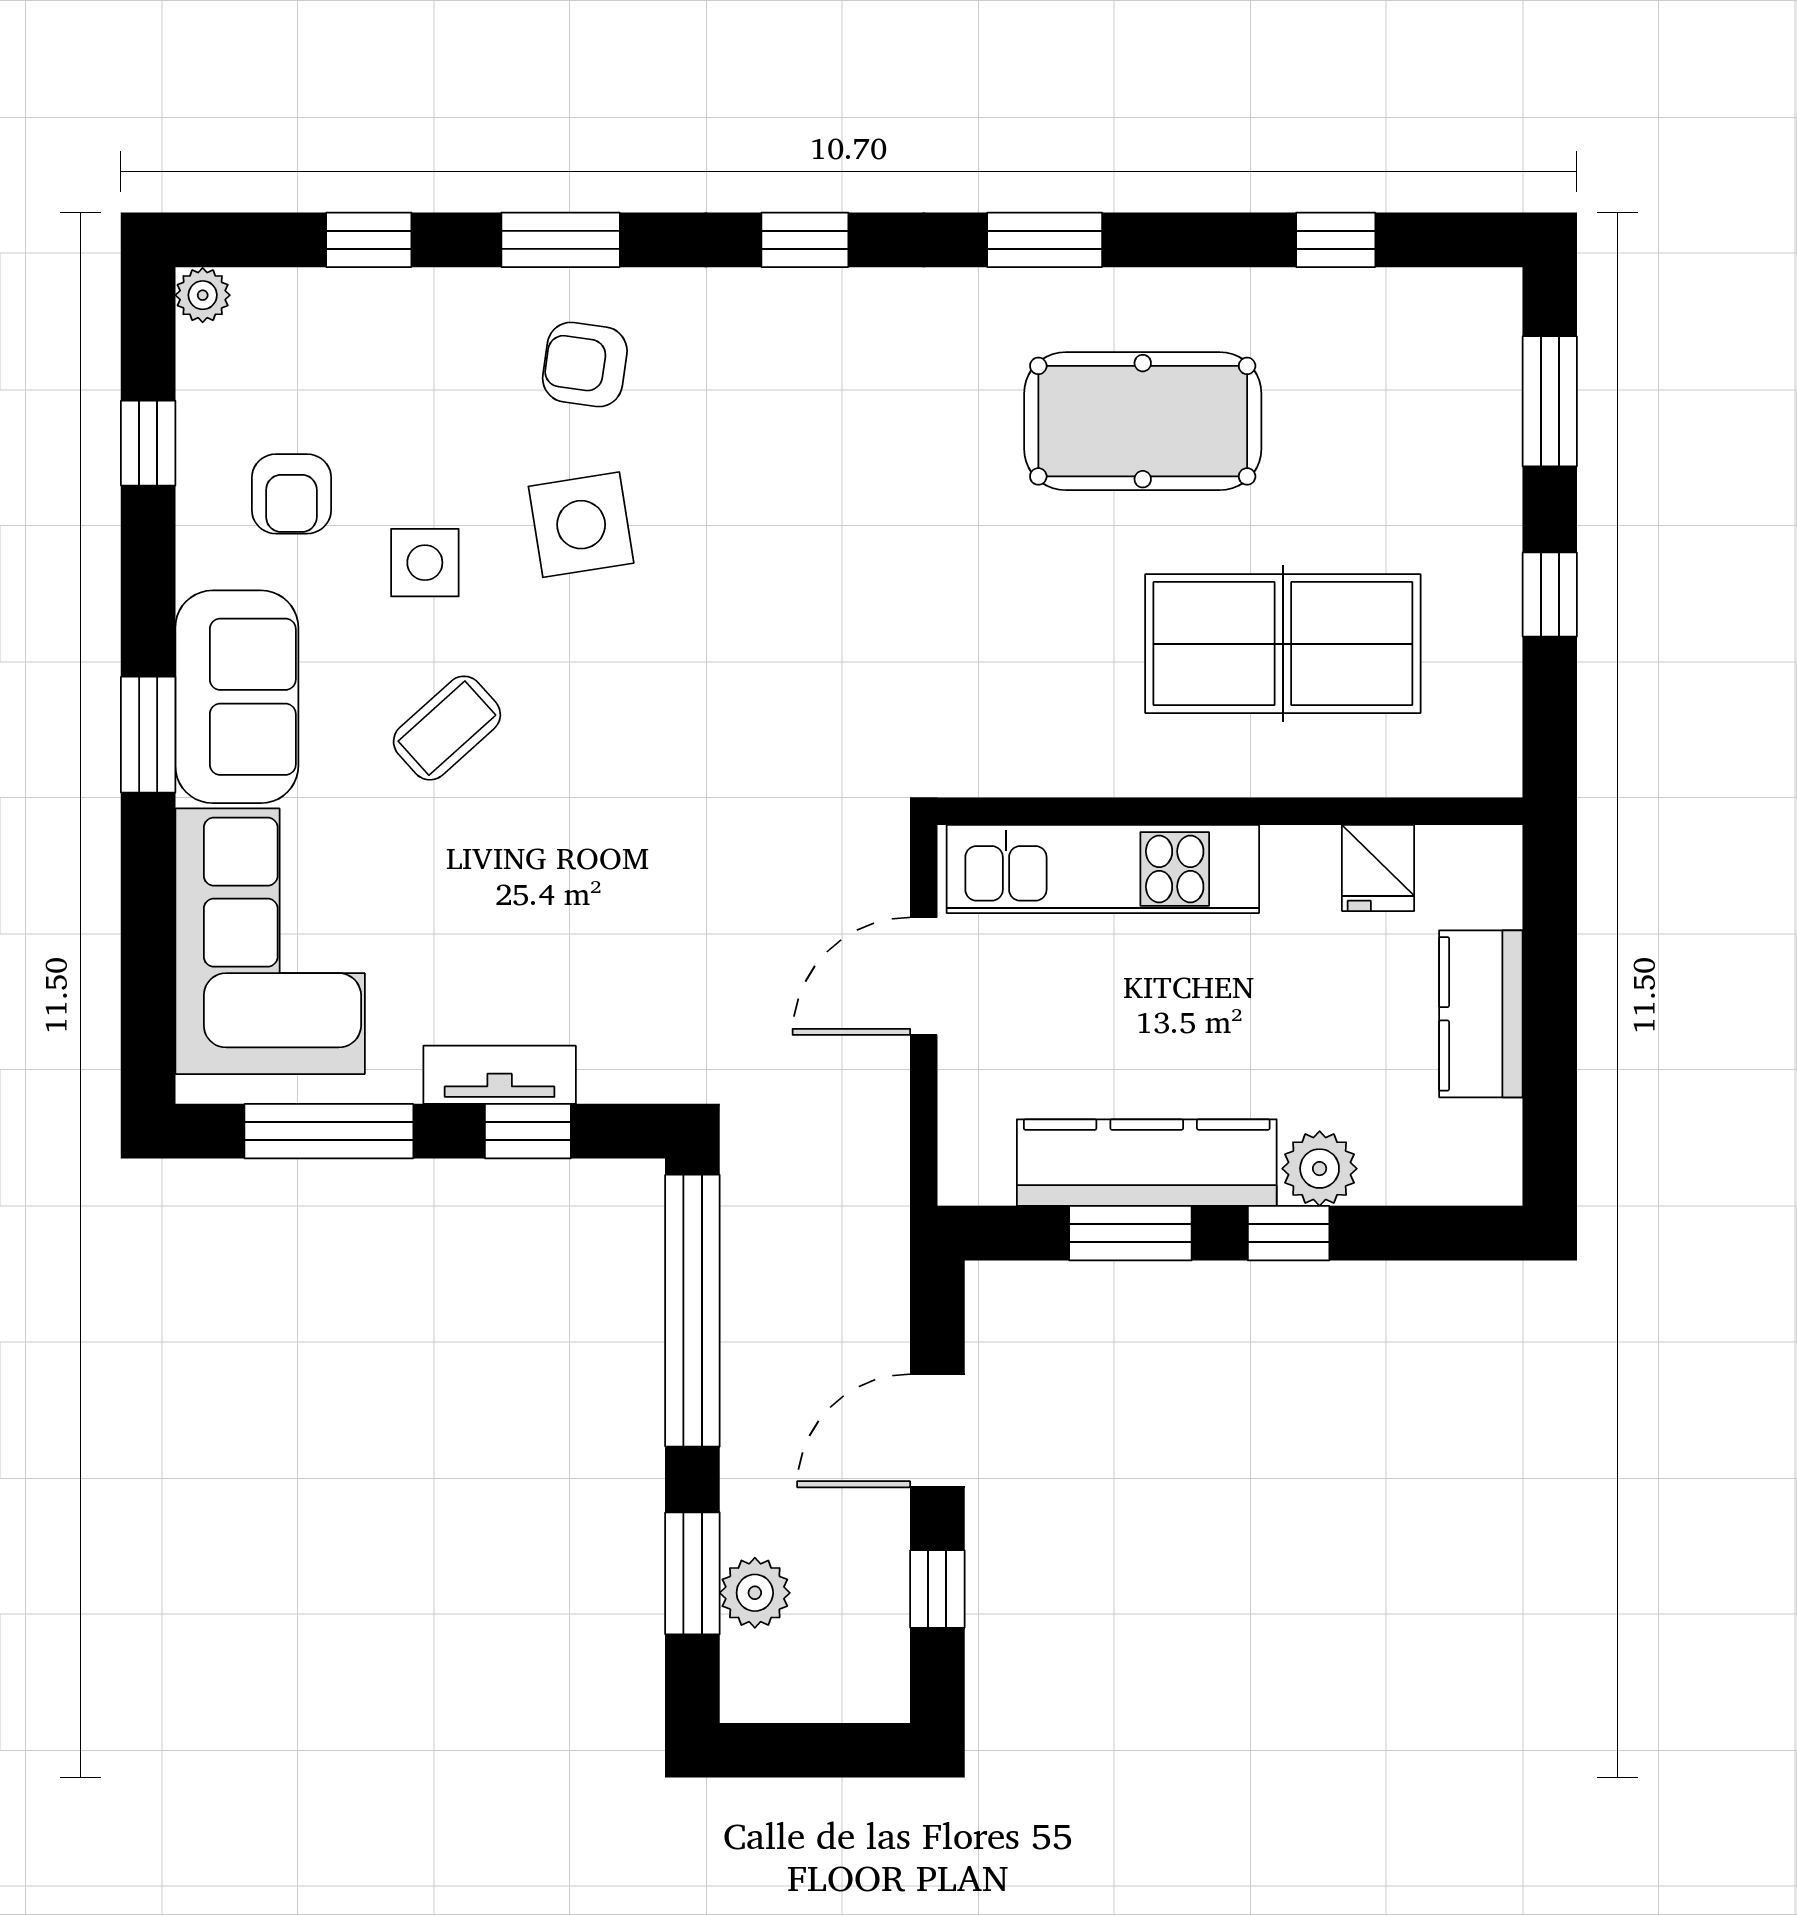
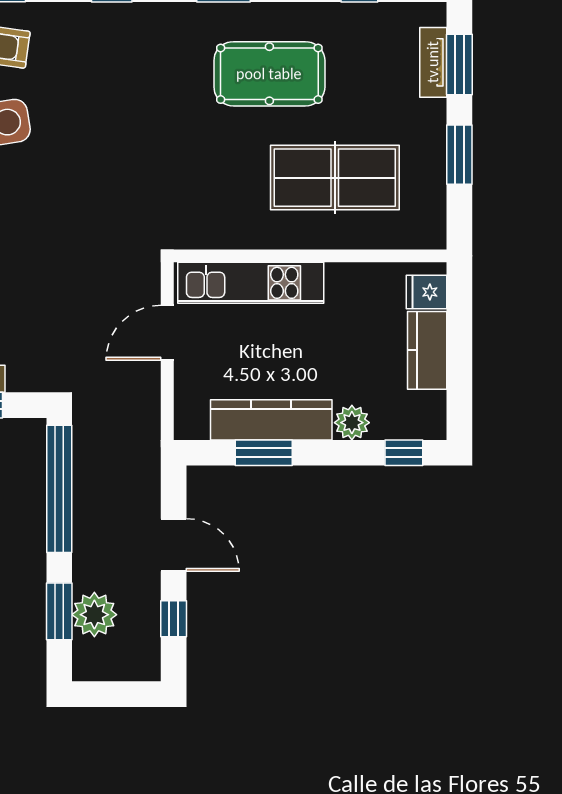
tv unit: (1494, 397) -> (433, 62), added
window: (1550, 595) -> (459, 155), width x1.50
fridge: (1378, 868) -> (427, 292), moved, turned 90
window: (1289, 1233) -> (404, 453), moved
door: (937, 1431) -> (174, 545), swing flipped
plant: (755, 1593) -> (94, 615), width x1.36, depth x1.36

